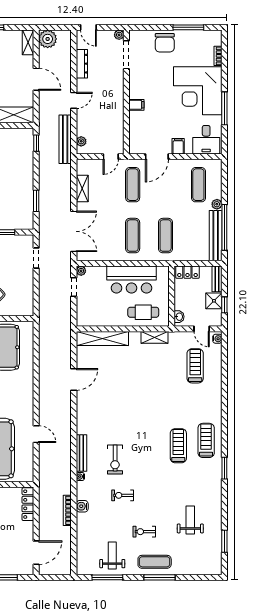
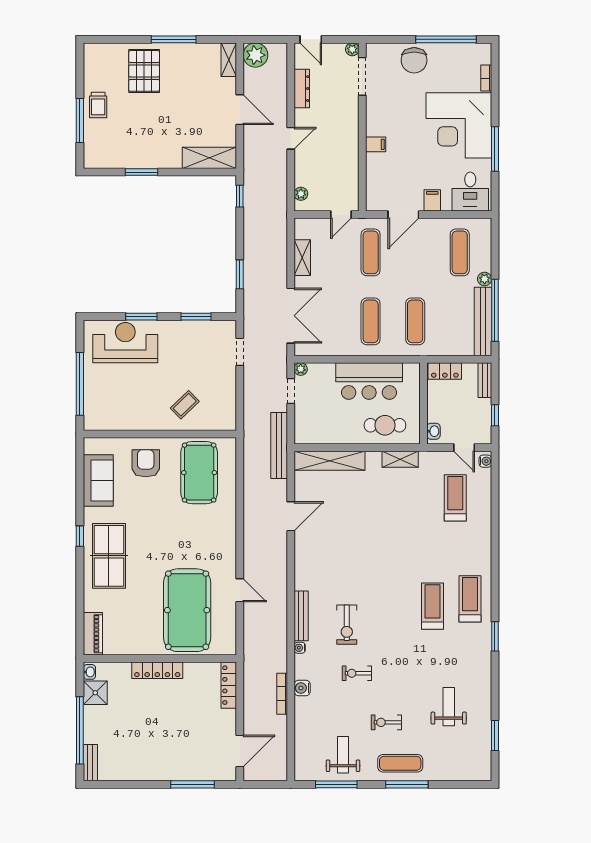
window: (188, 27) -> (446, 39), width x1.46
bench: (65, 139) -> (279, 446), moved
shower: (214, 301) -> (481, 410), removed

